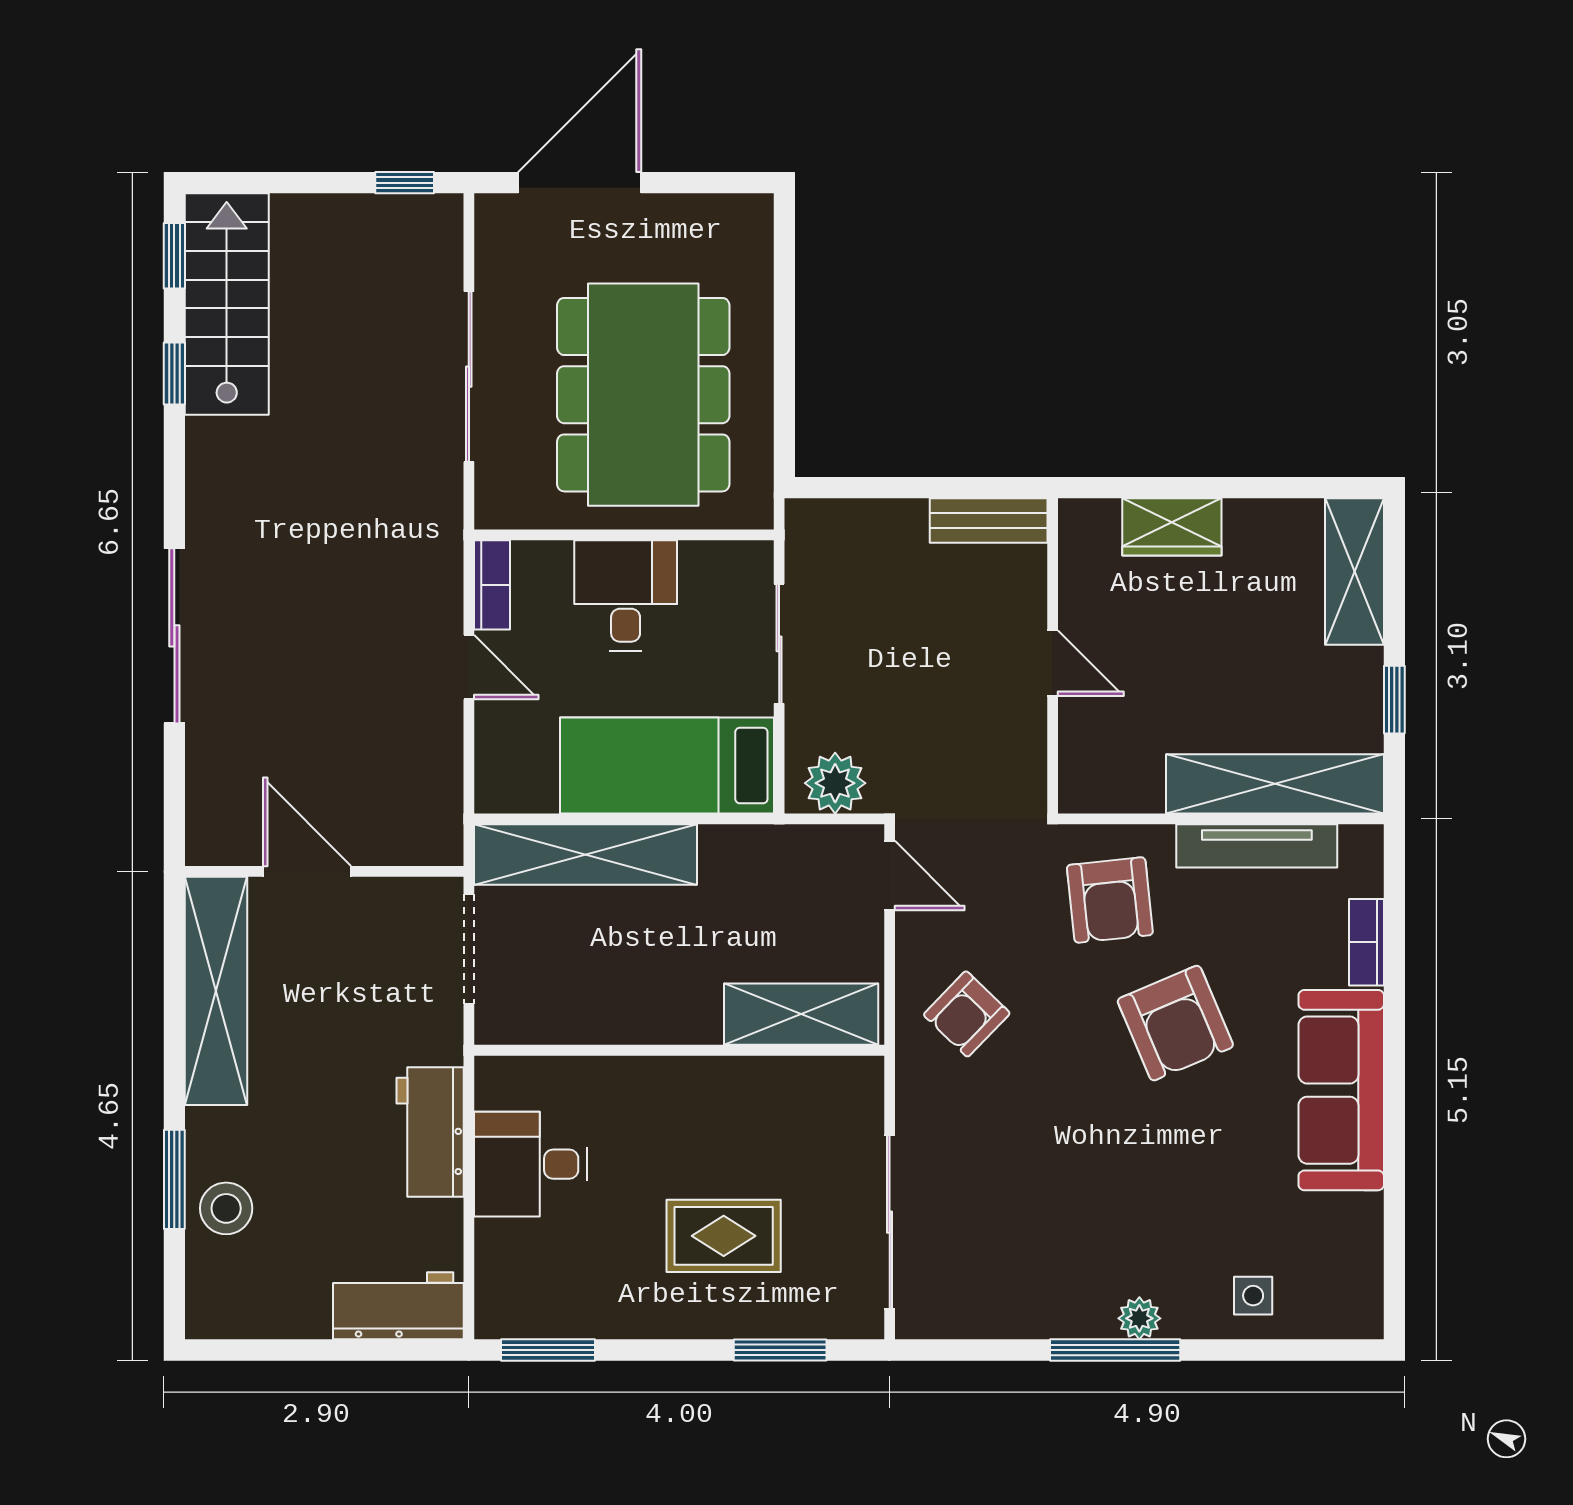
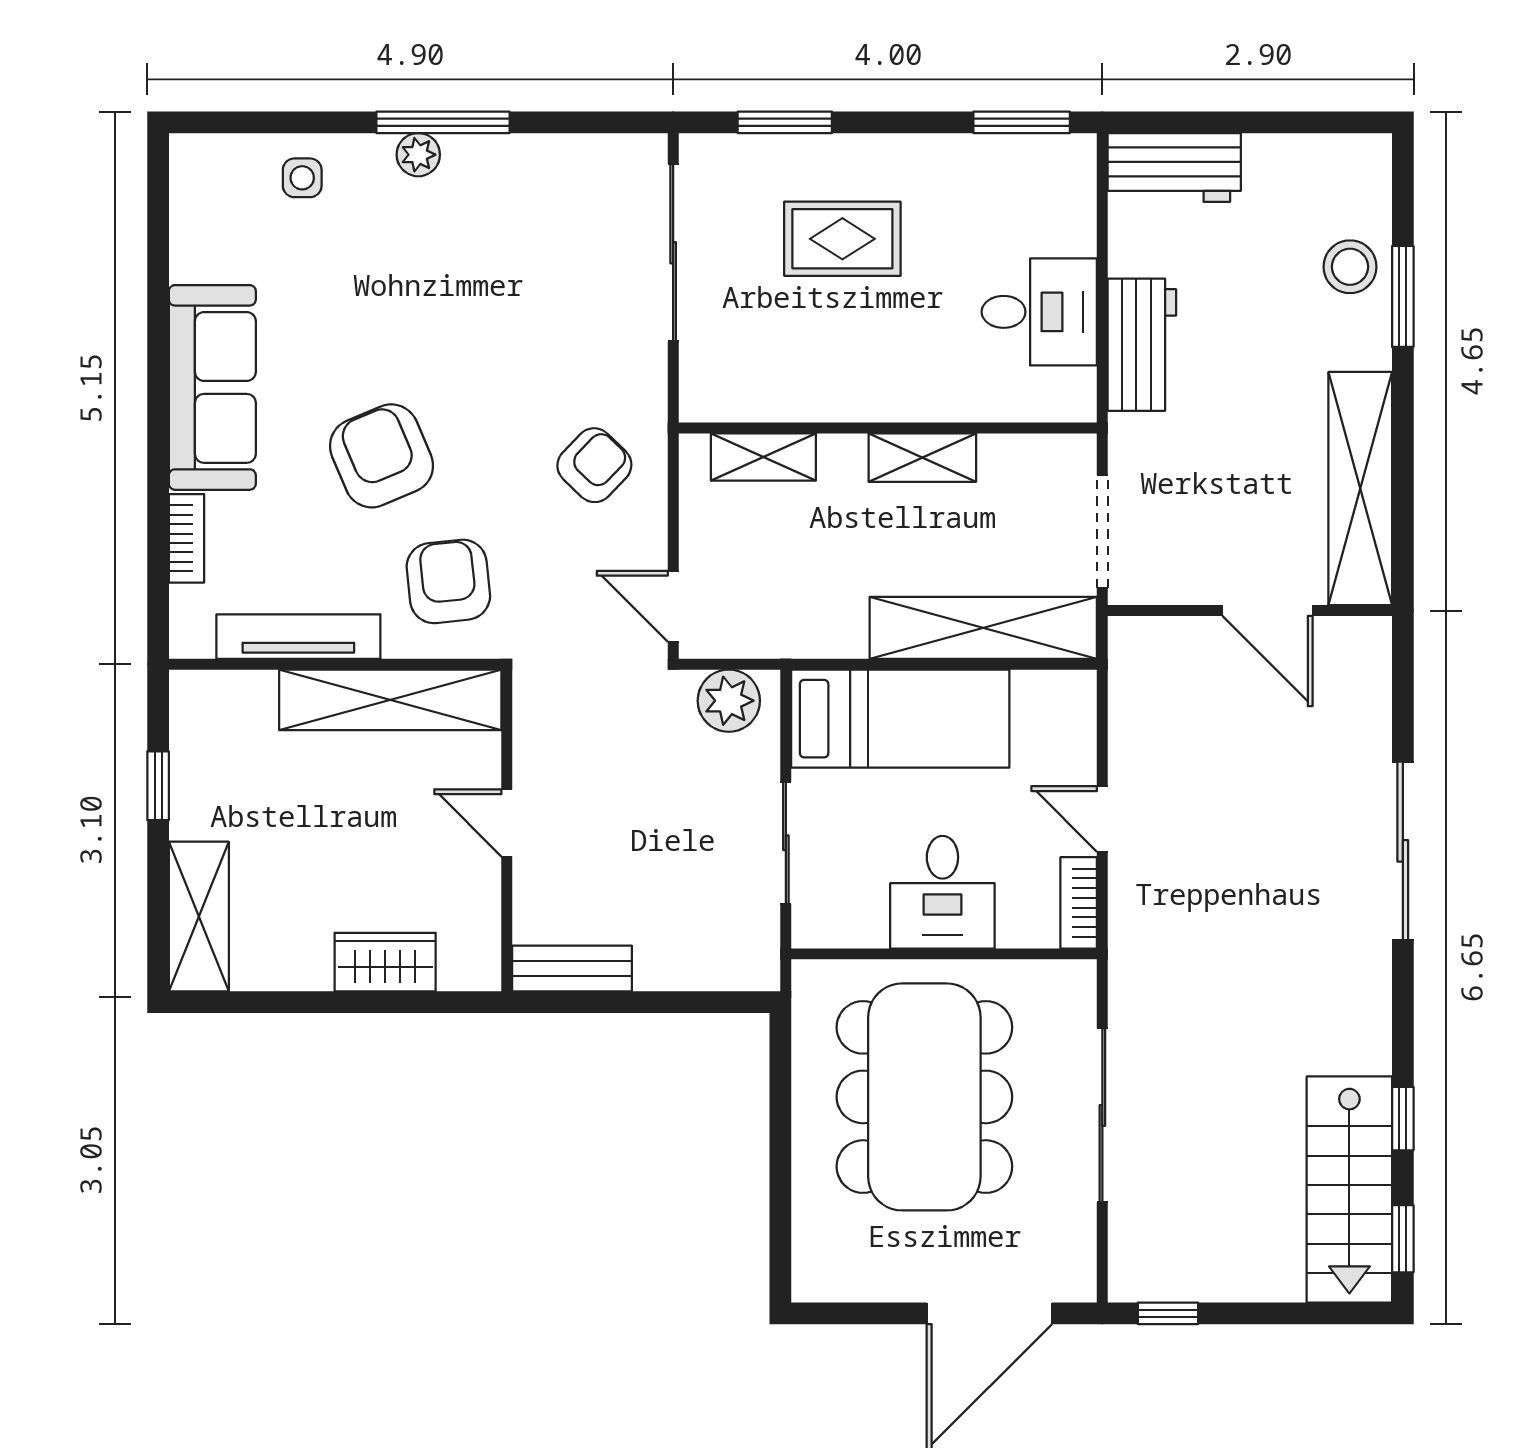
shelving: (1275, 784) -> (390, 700), moved
shelving: (801, 1014) -> (763, 457), width x0.67, depth x0.75
shelving: (645, 1021) -> (922, 458), added

